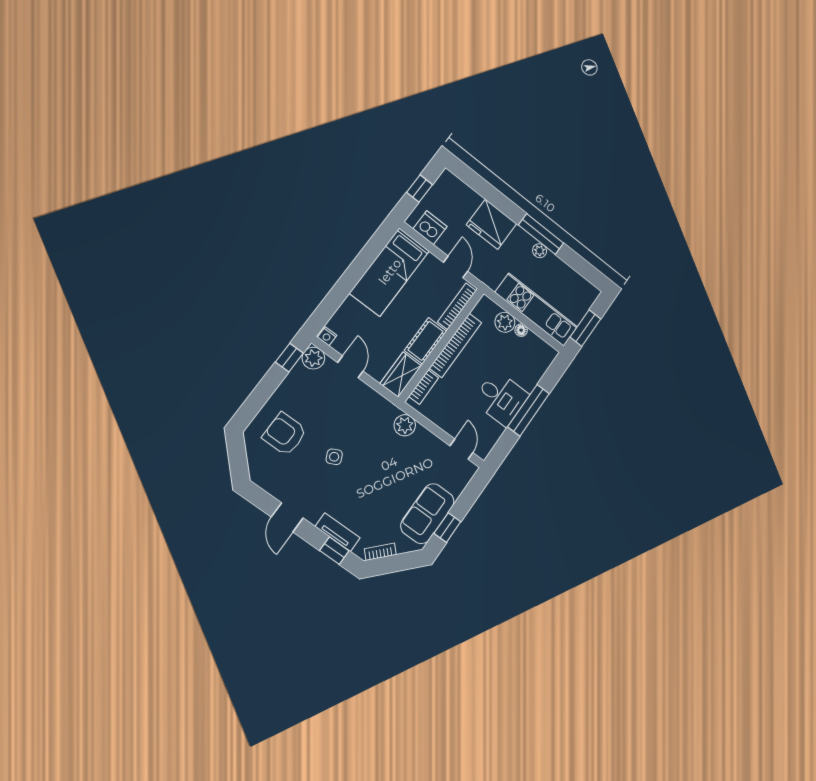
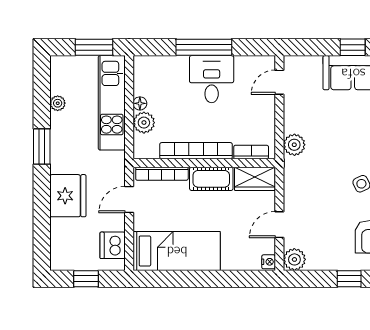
window: (541, 234) -> (42, 147), width x0.69
plant: (540, 251) -> (58, 103), moved
window: (289, 358) -> (349, 279), moved

